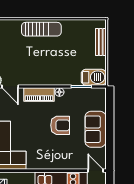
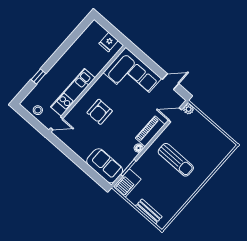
sun lounger: (41, 29) -> (176, 160), moved, turned -90
armchair: (60, 125) -> (100, 112), moved
sofa: (96, 129) -> (105, 166), moved

